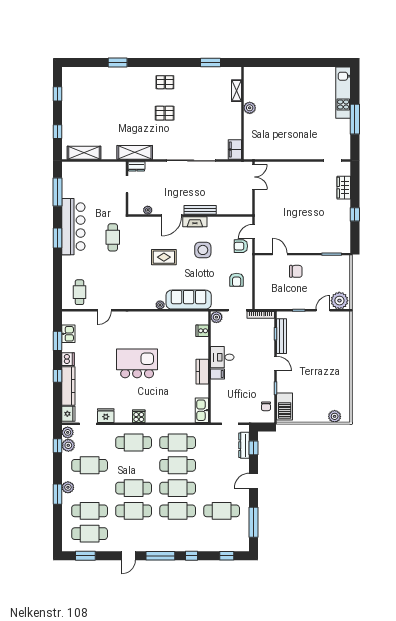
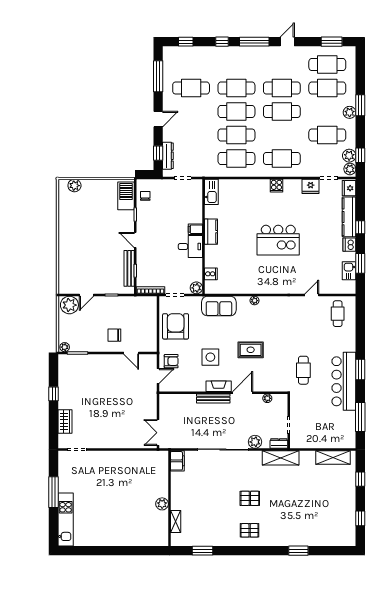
plant: (160, 168) -> (255, 442), added
plant: (344, 260) -> (65, 347), added
armchair: (237, 280) -> (176, 326), width x1.88, depth x1.88
sofa: (189, 300) -> (219, 306), width x0.73

